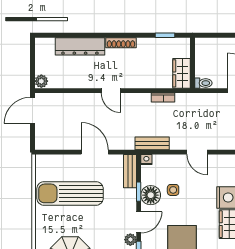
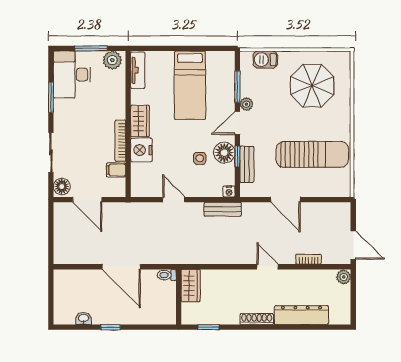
bookcase: (163, 98) -> (309, 259), moved
door: (32, 110) -> (353, 245), hinge flipped
bench: (130, 171) -> (247, 164), moved

